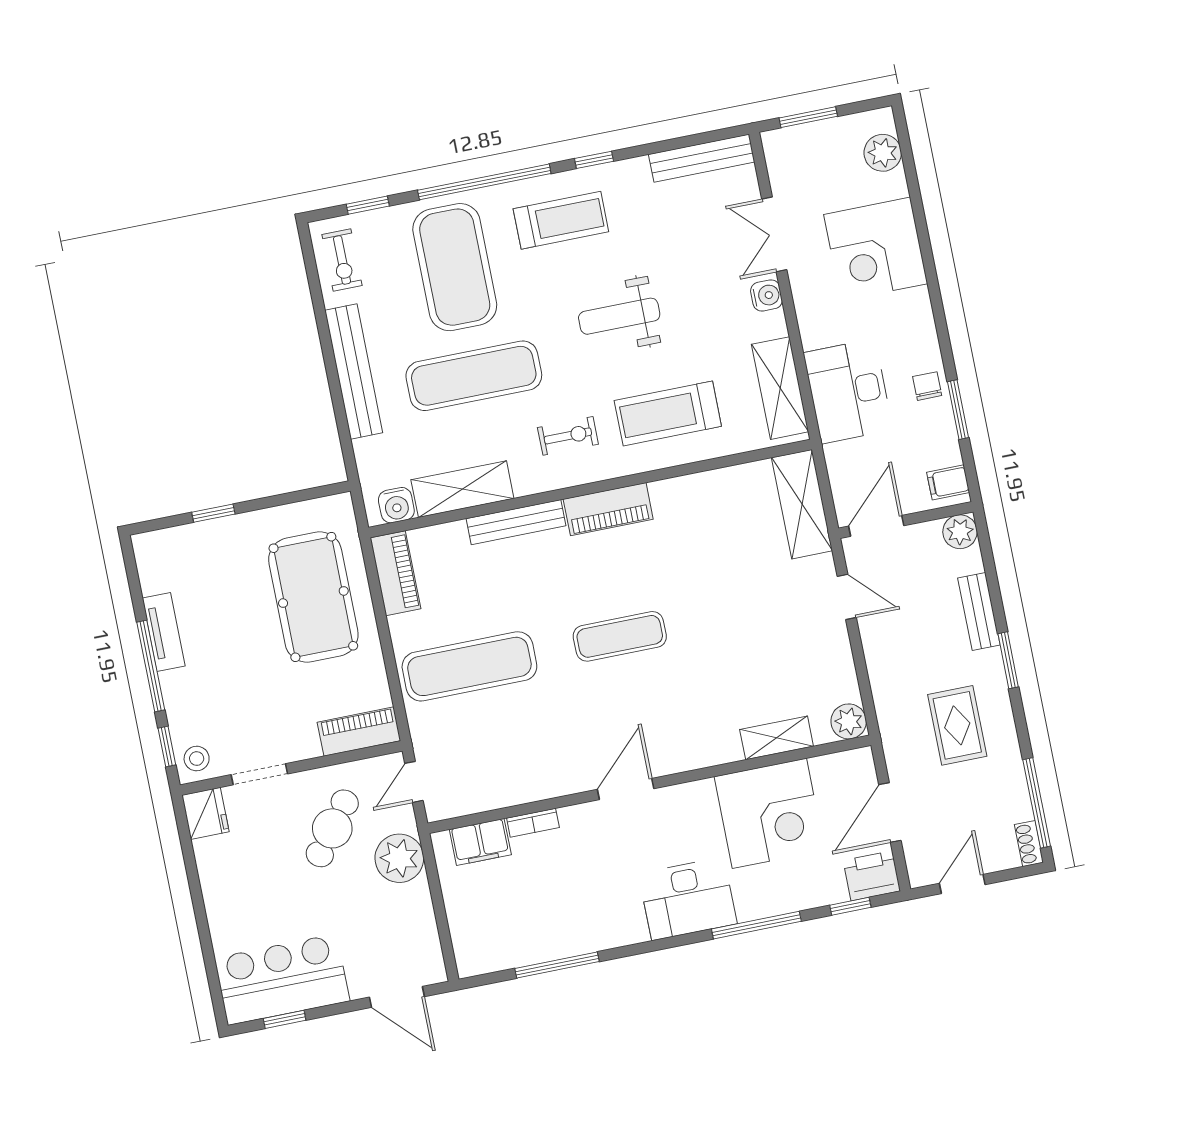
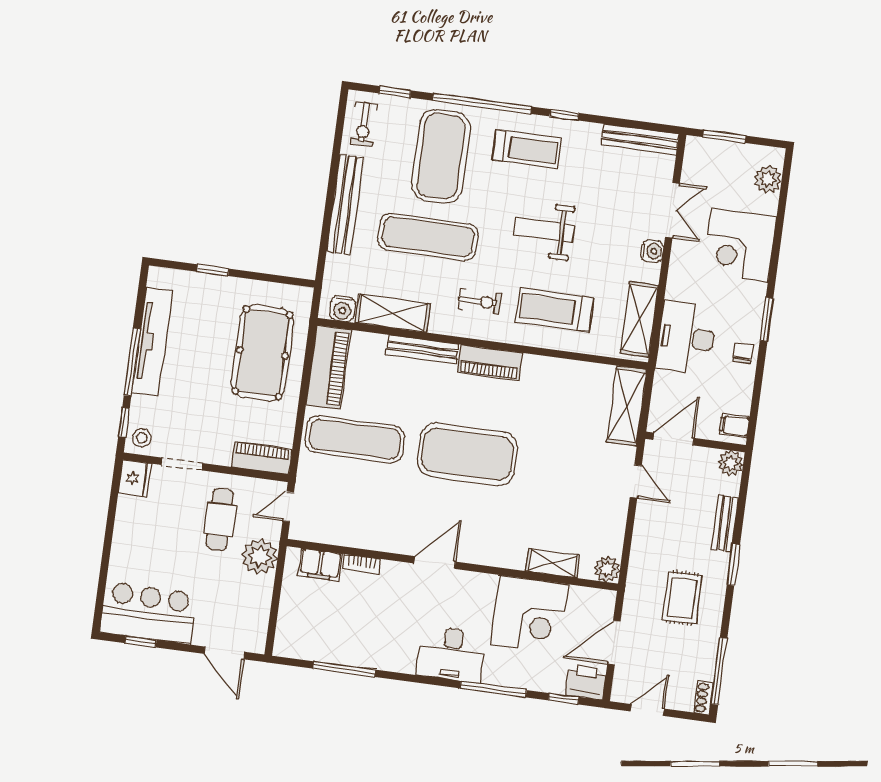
double door: (774, 234) -> (672, 210), swing flipped
window: (958, 410) -> (767, 319), moved
piano: (396, 573) -> (329, 367), width x1.37, depth x1.33
tv unit: (164, 632) -> (152, 342), width x1.92, depth x1.29
exercise mat: (620, 636) -> (467, 454), width x2.00, depth x1.45
cafe table: (332, 828) -> (220, 519), turned -37

